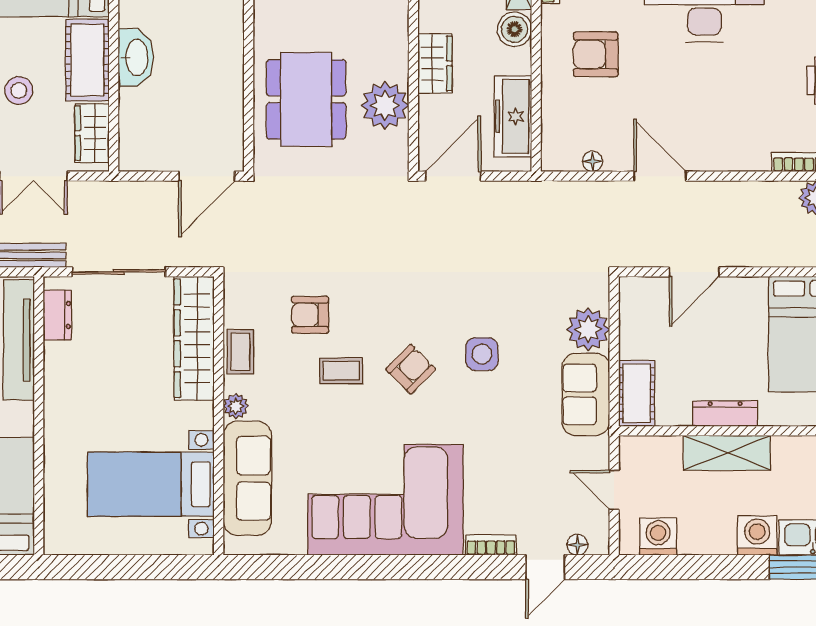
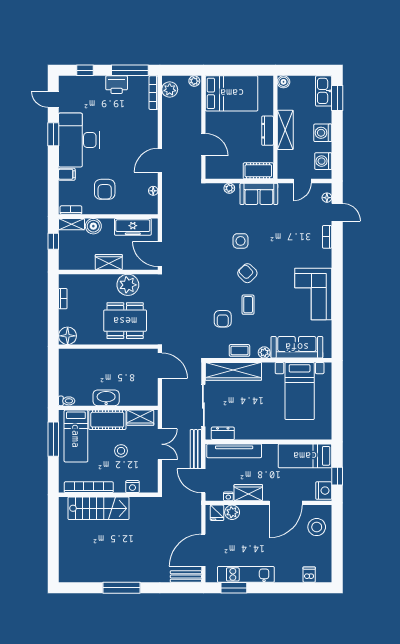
plant: (588, 329) -> (229, 188), width x0.53, depth x0.53
corner sofa: (386, 500) -> (313, 294), width x0.73, depth x0.74
washing machine: (757, 536) -> (323, 133), moved

